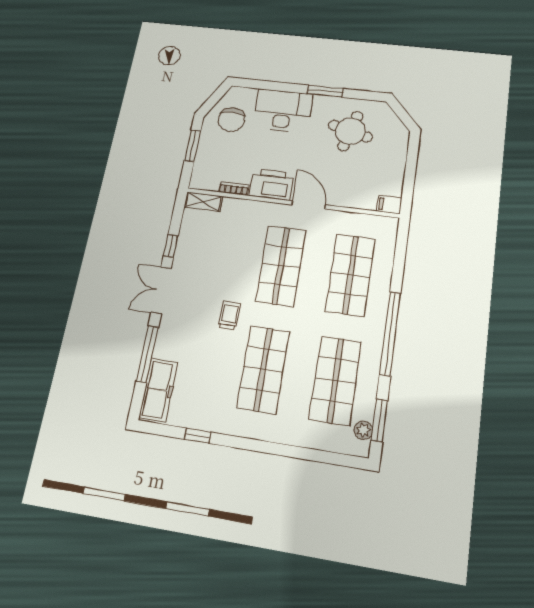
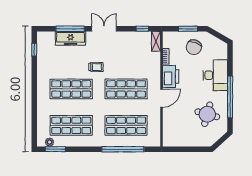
window: (325, 91) -> (230, 97), width x2.11
chair: (231, 120) -> (194, 47), moved, turned -70
filing cabinet: (389, 205) -> (167, 140), removed
window: (171, 246) -> (142, 29), moved
window: (390, 333) -> (123, 149), moved
freezer: (158, 390) -> (71, 38), moved
window: (198, 436) -> (34, 50), moved

